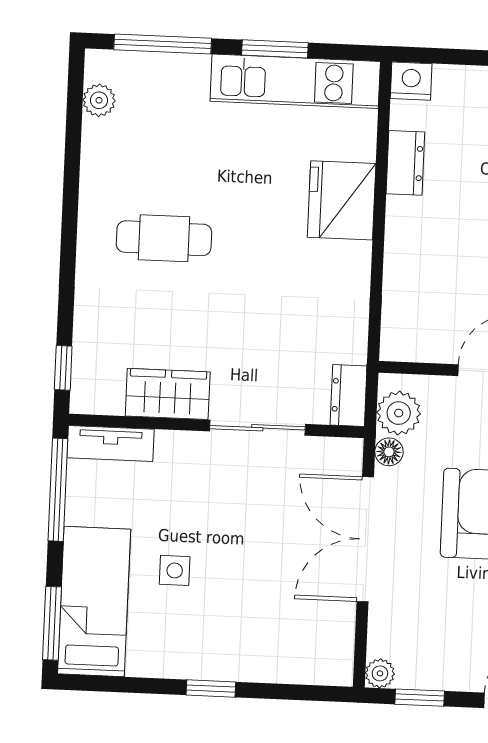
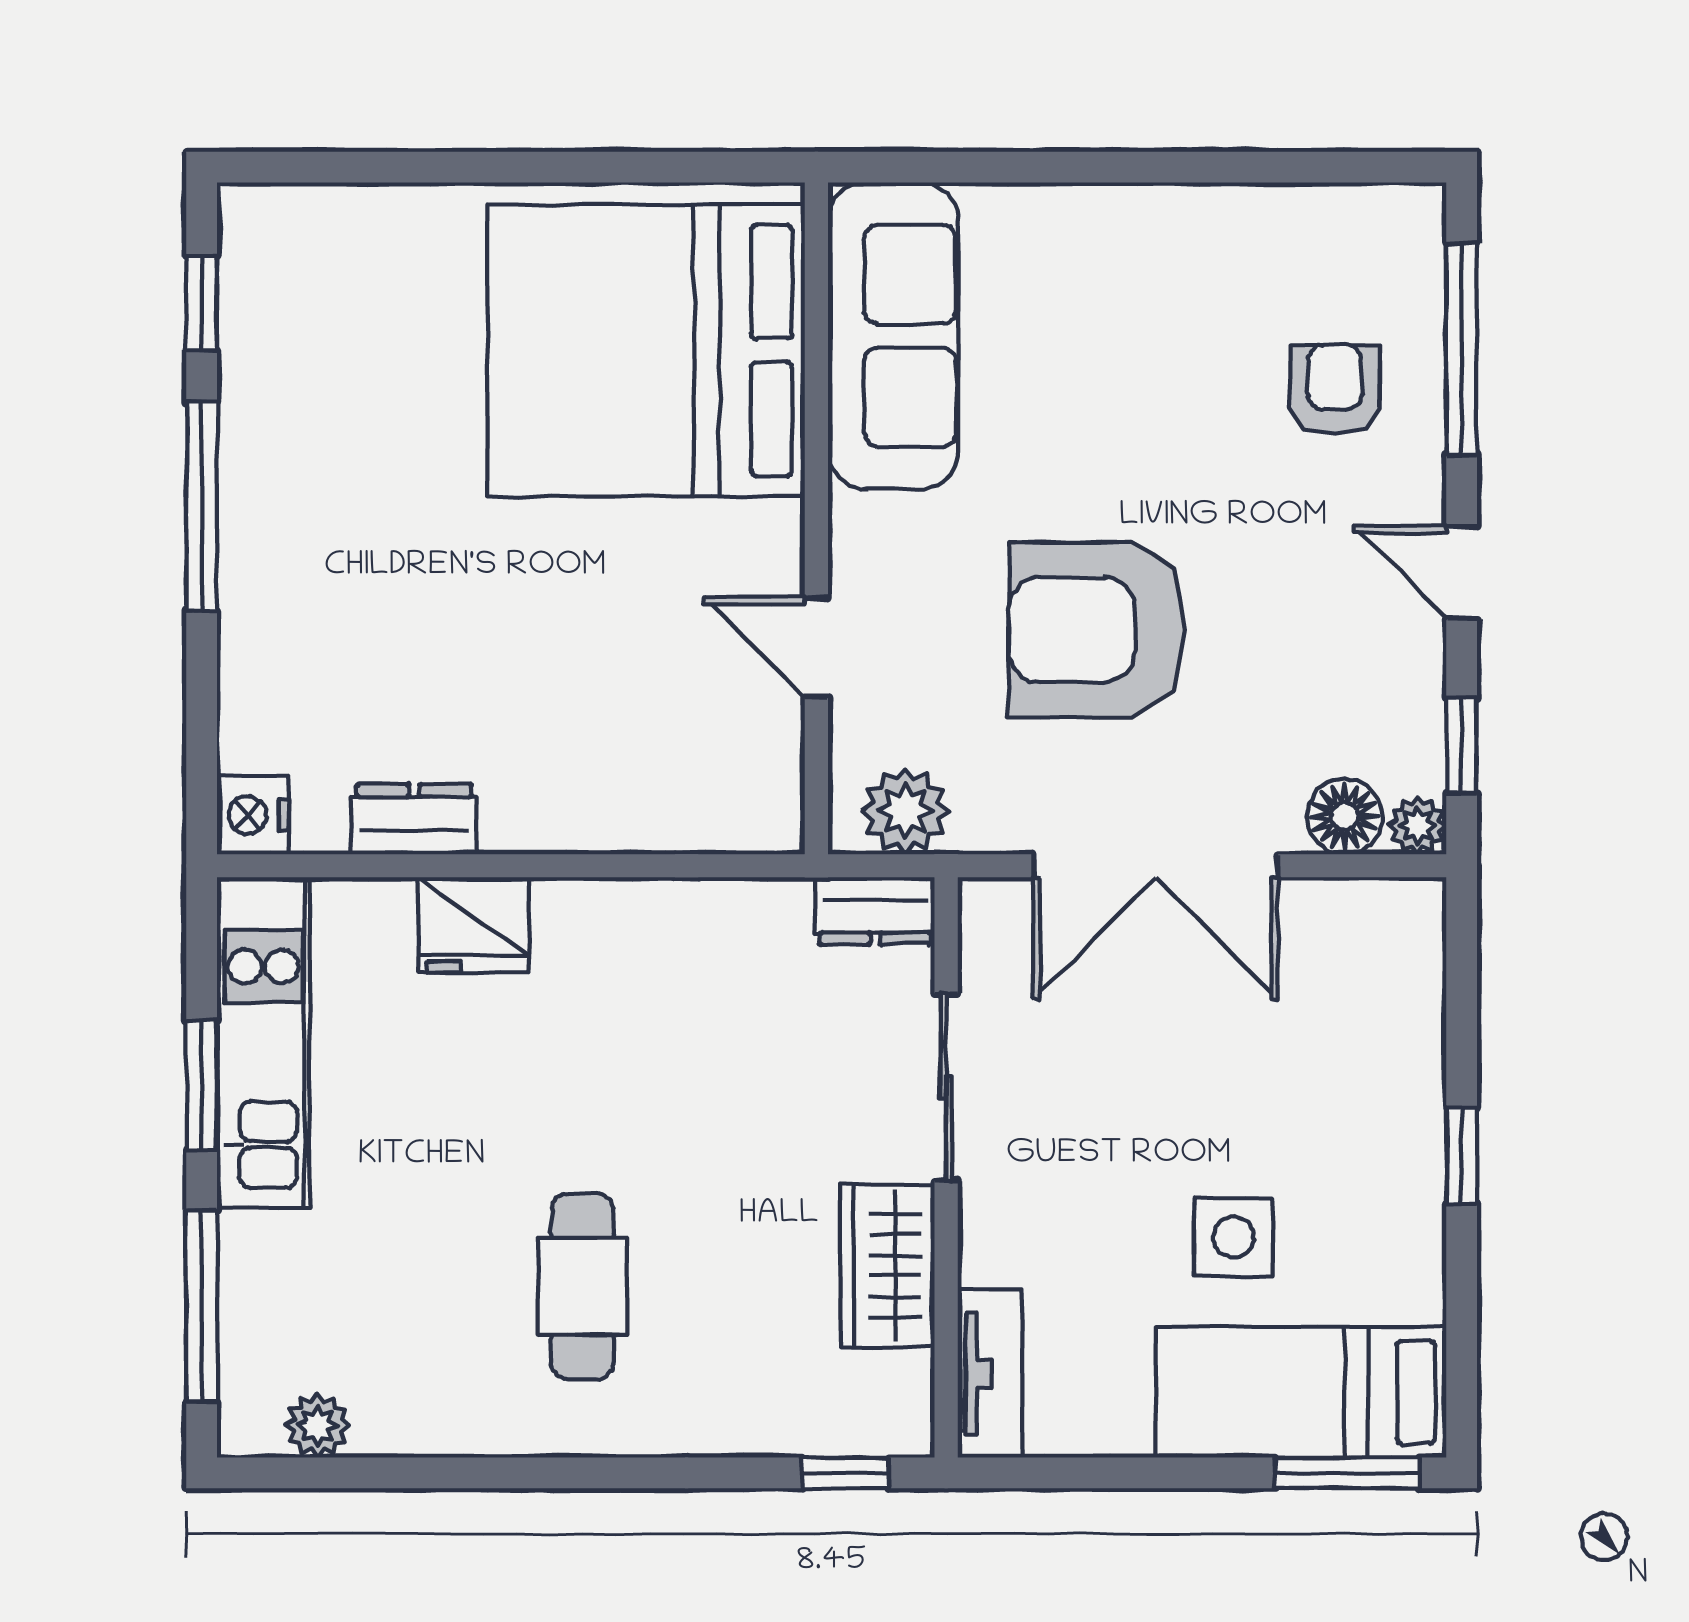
fridge: (342, 200) -> (473, 925), width x0.73, depth x0.75
floor lamp: (389, 452) -> (1345, 816), moved, width x1.37, depth x1.37
window: (58, 490) -> (1085, 1473), removed
side table: (175, 570) -> (1233, 1237), width x1.37, depth x1.37

